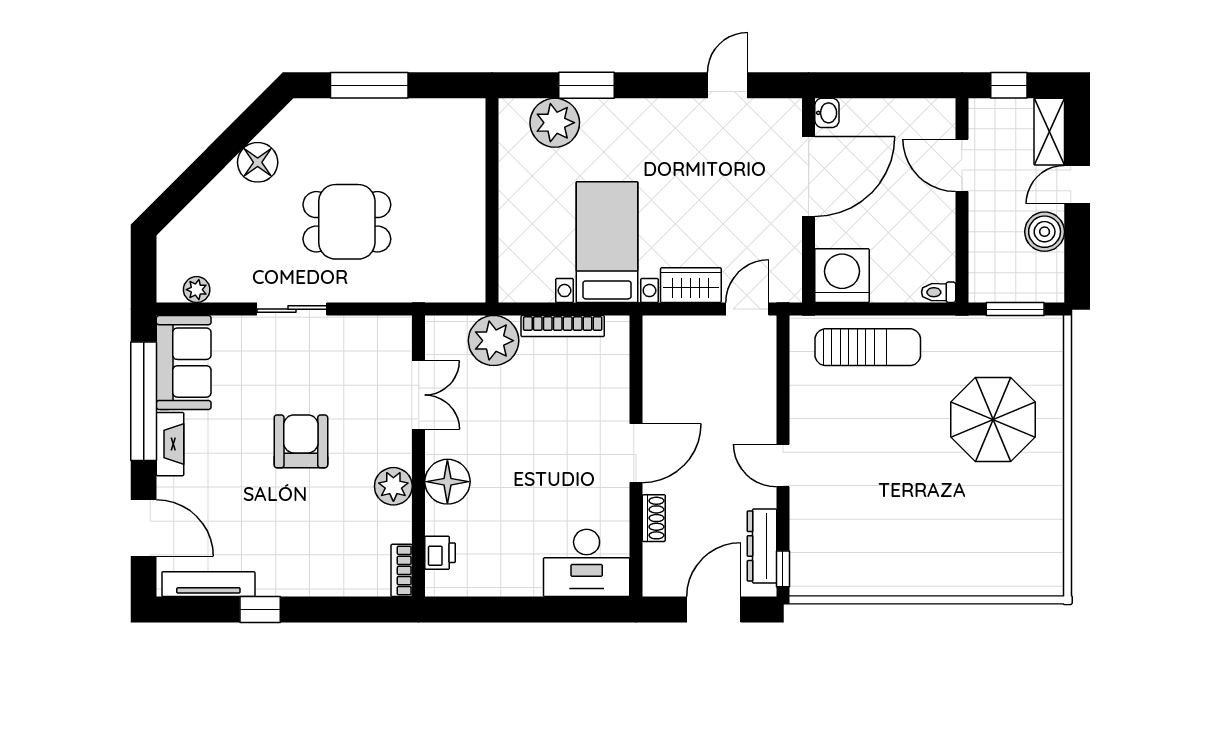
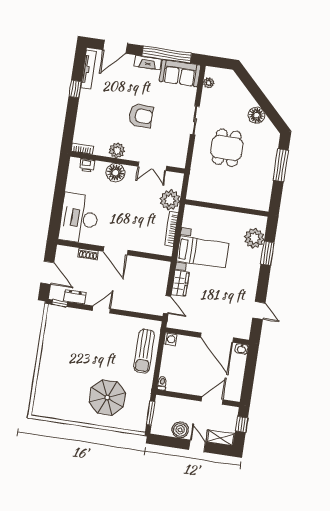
washing machine: (842, 276) -> (170, 339), width x0.53, depth x0.53
dresser: (762, 546) -> (75, 297), width x0.70
desk: (587, 563) -> (79, 218), width x1.36, depth x1.30

